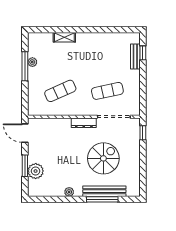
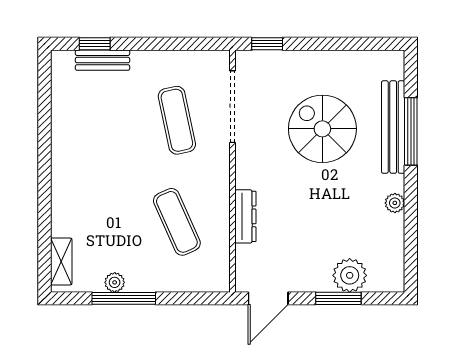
shelving: (64, 37) -> (61, 261), moved
dresser: (84, 123) -> (245, 216), moved

